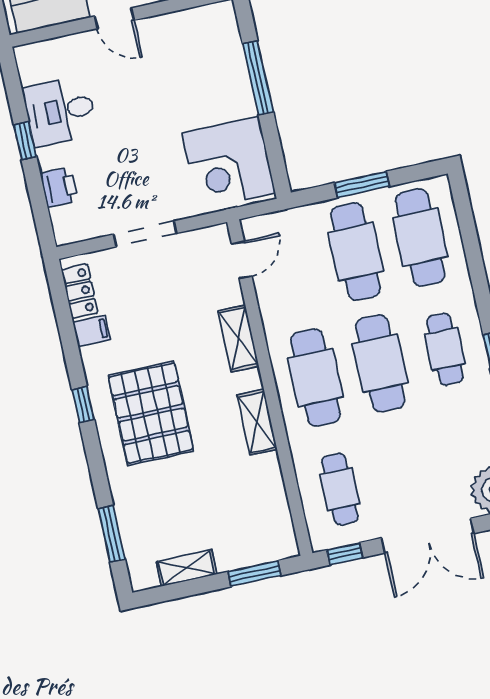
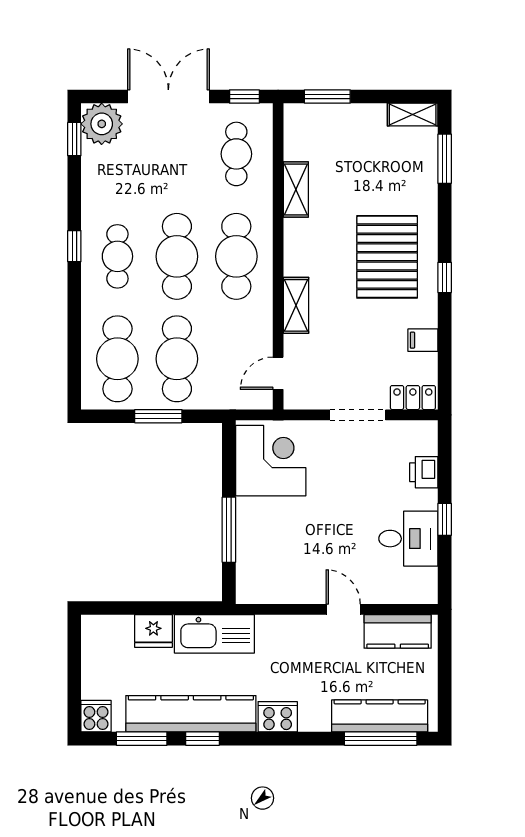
locker: (80, 291) -> (413, 398), moved, turned 90
shelving: (257, 422) -> (296, 190), moved
shelving: (186, 568) -> (413, 115), moved

